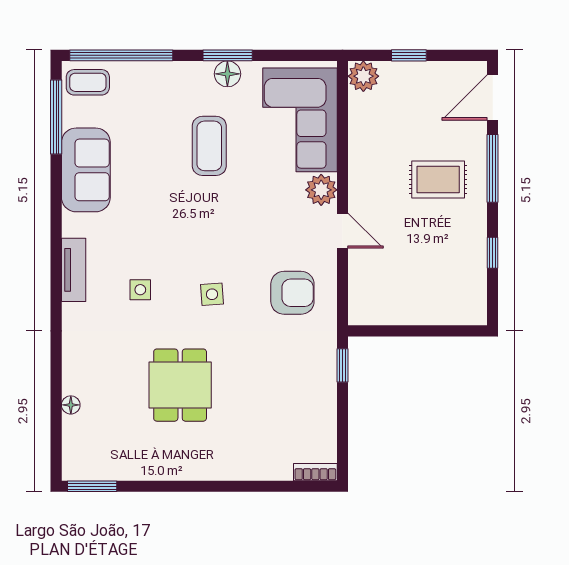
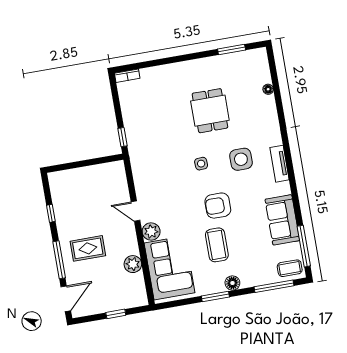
window: (121, 55) -> (274, 286), width x0.68
floor lamp: (227, 74) -> (232, 283), moved
plant: (363, 76) -> (133, 264), moved
side table: (140, 290) -> (241, 159), width x1.87, depth x1.87
armchair: (292, 293) -> (218, 206), moved
window: (92, 486) -> (232, 50), moved

